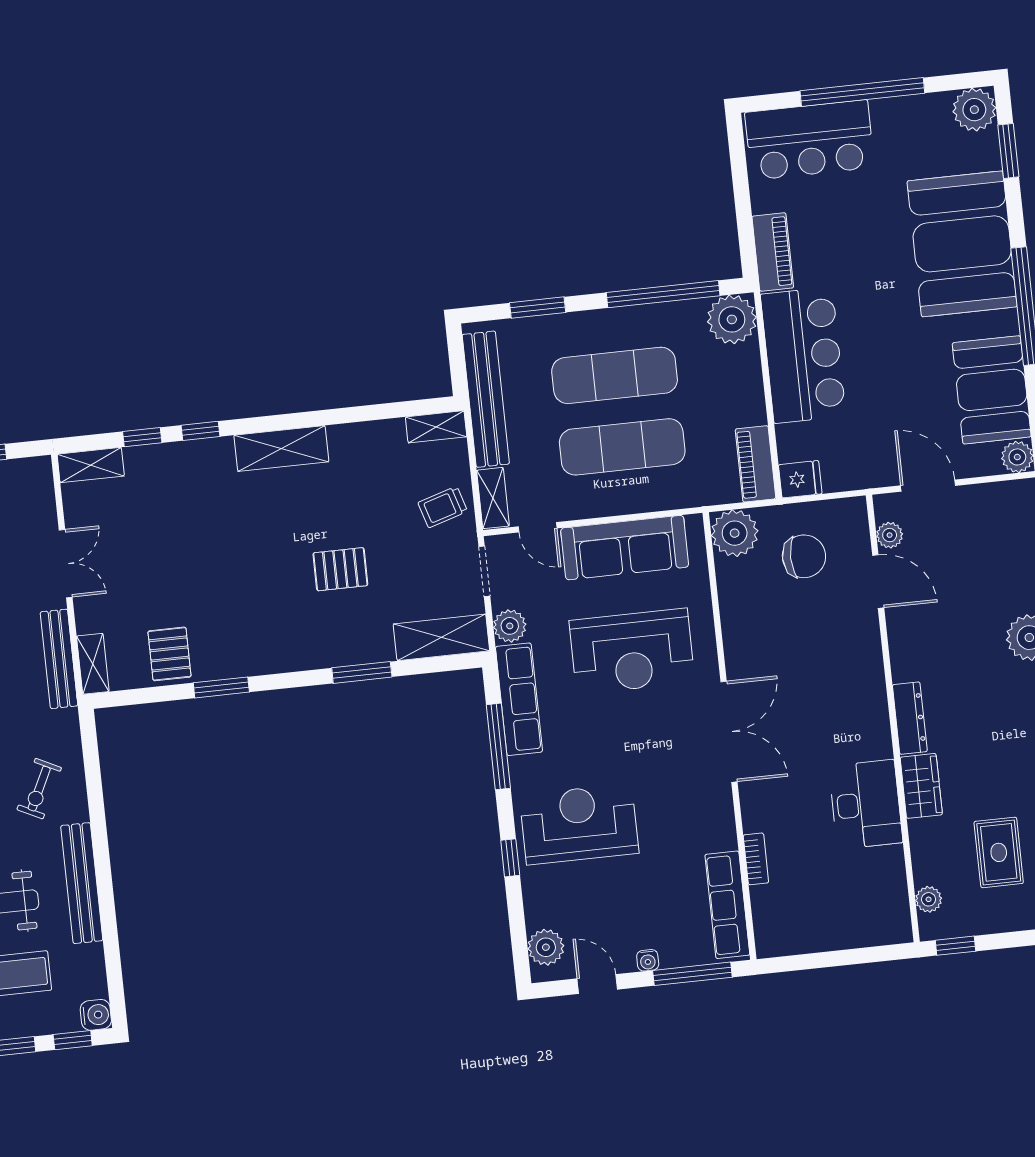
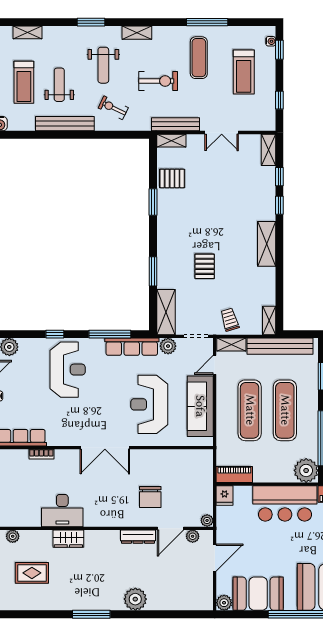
plant: (735, 533) -> (207, 520), moved, width x0.53, depth x0.53
chair: (804, 556) -> (150, 497), moved
dresser: (910, 718) -> (138, 537), moved

